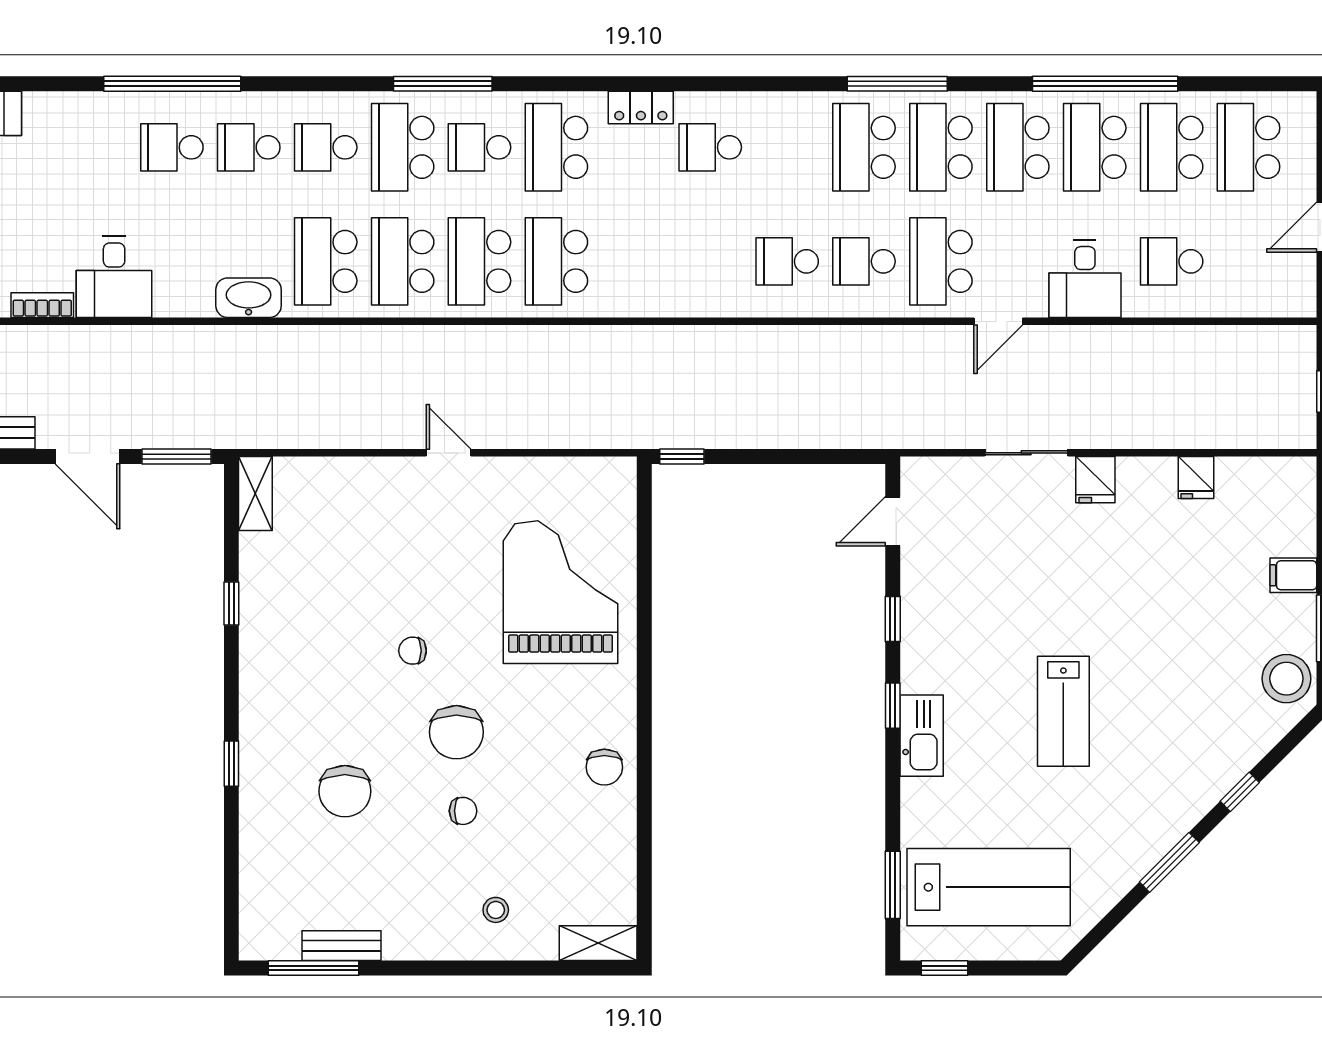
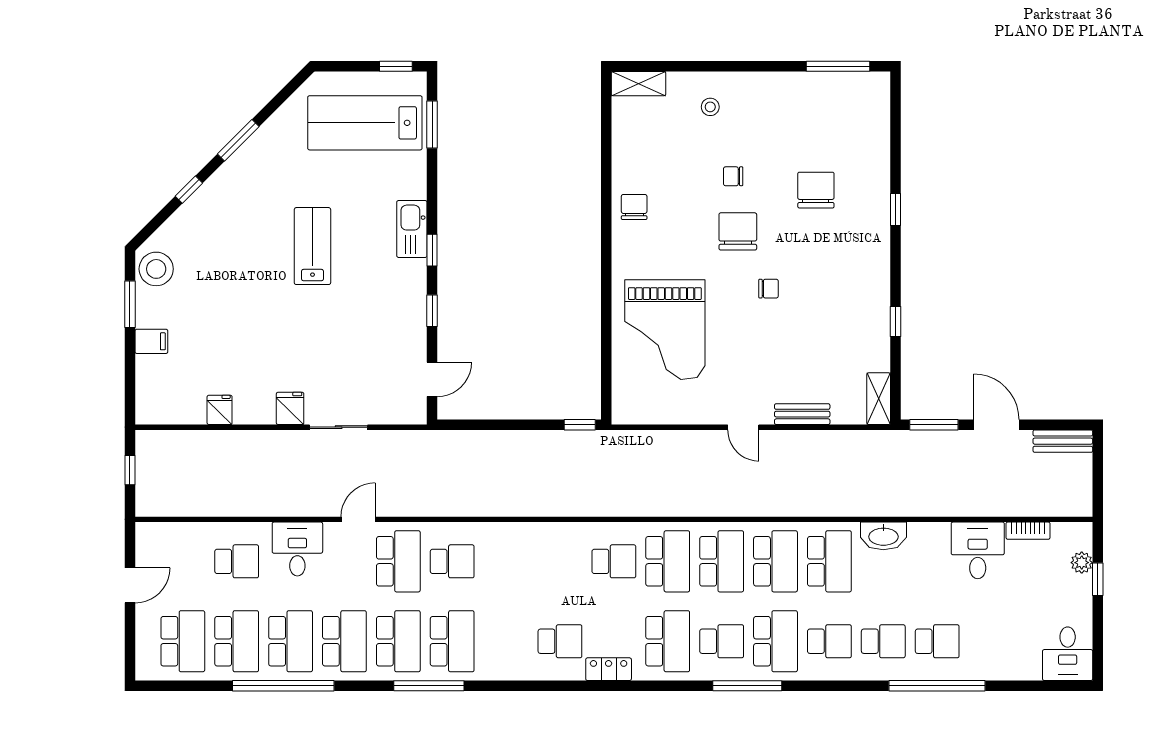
school desk: (787, 261) -> (614, 561), moved
bench: (341, 946) -> (802, 414), moved

